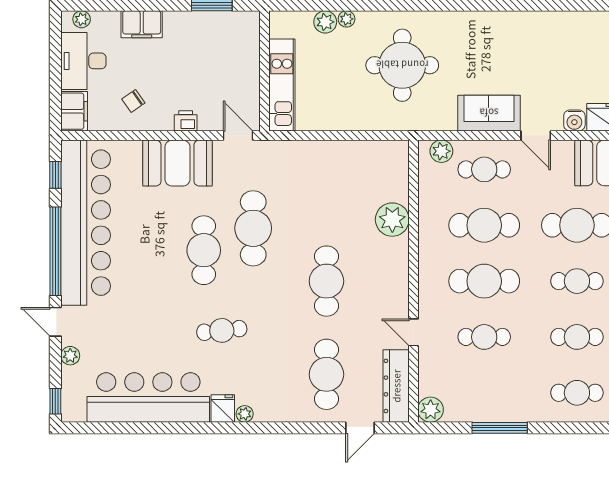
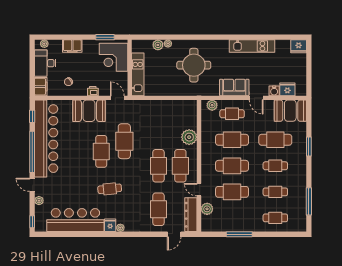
kitchen unit: (527, 24) -> (252, 46), added
corner desk: (230, 48) -> (113, 57), added
cafe table: (373, 281) -> (180, 166), added
cafe table: (484, 337) -> (232, 192), width x1.37, depth x1.35
plant: (431, 410) -> (207, 209), moved

